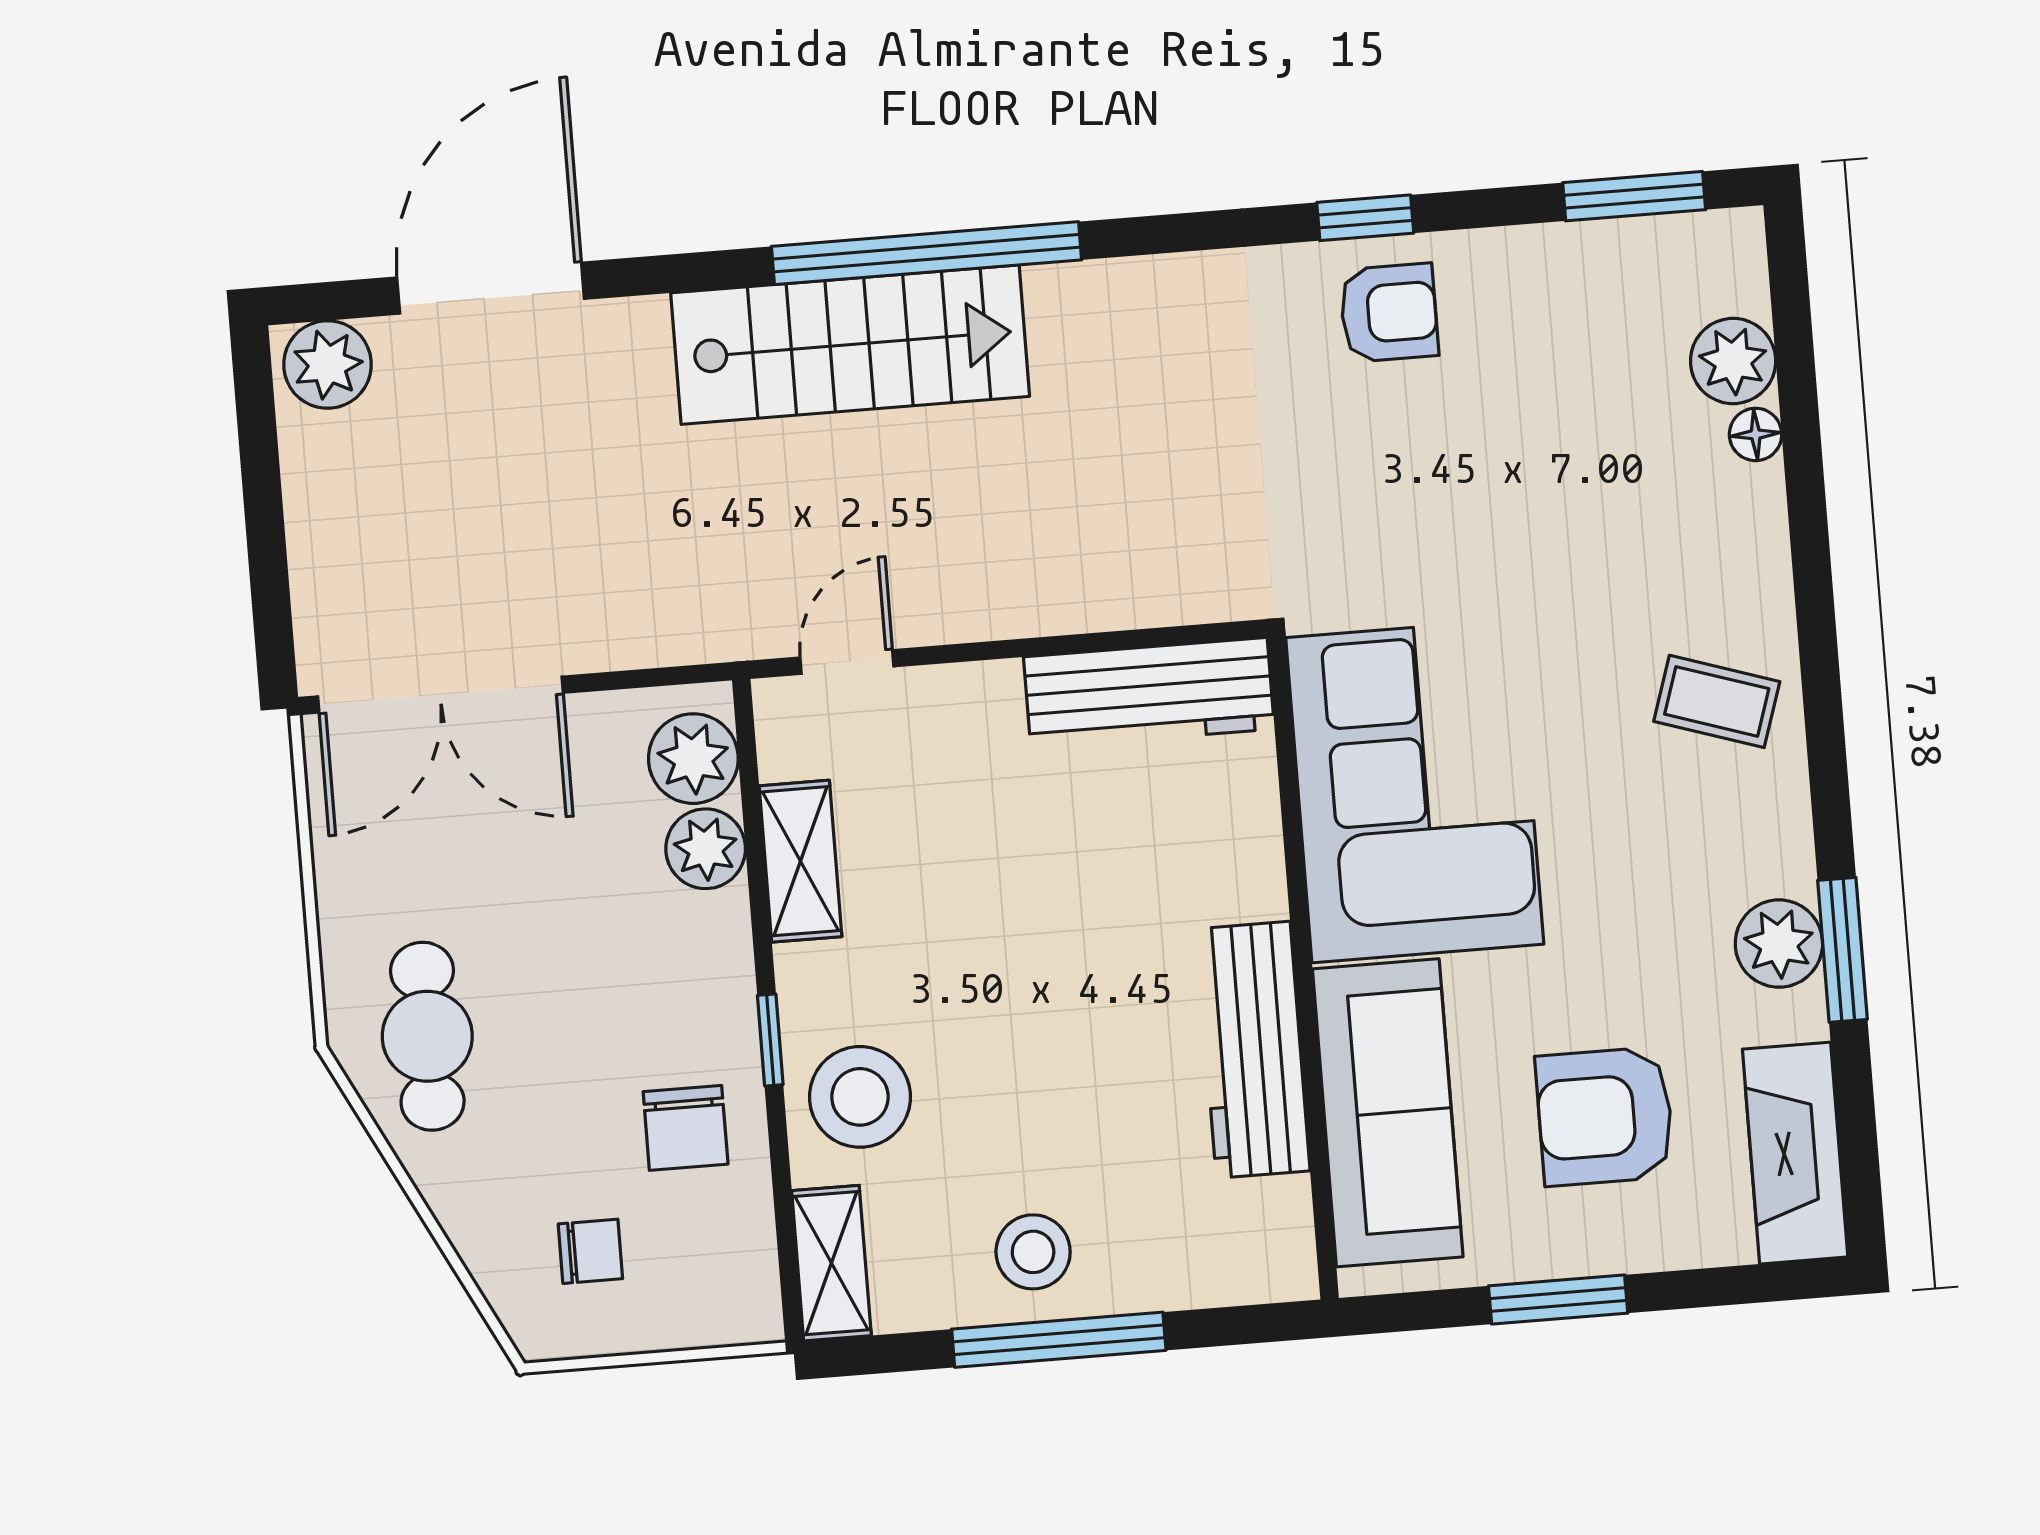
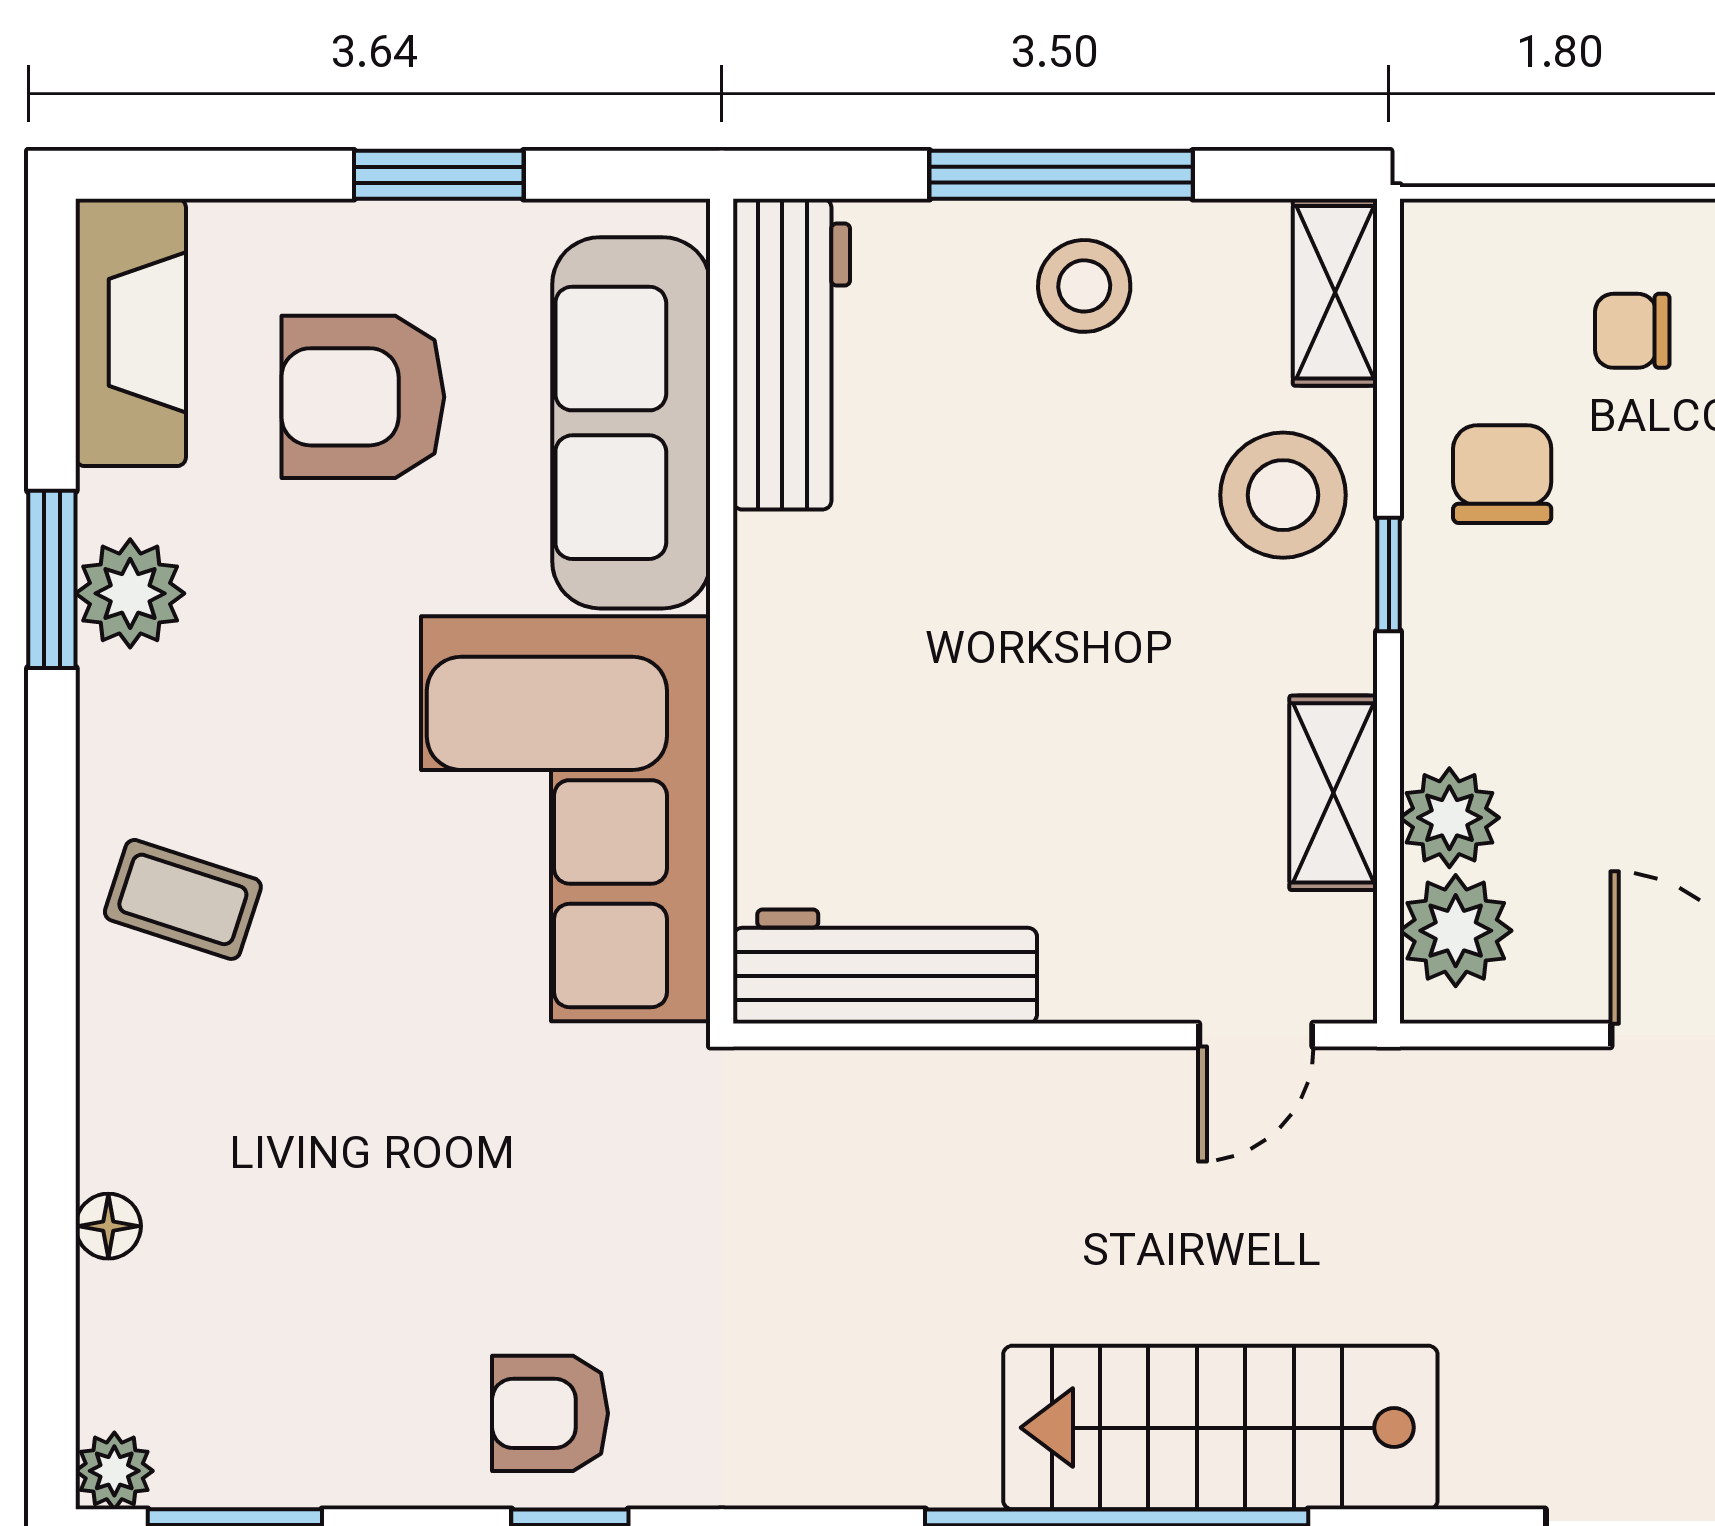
plant: (1733, 361) -> (114, 1471), moved, width x0.73, depth x0.73
workbench: (1253, 1050) -> (792, 354), moved
armchair: (1605, 1116) -> (363, 397), turned 180

